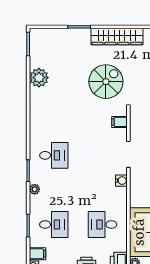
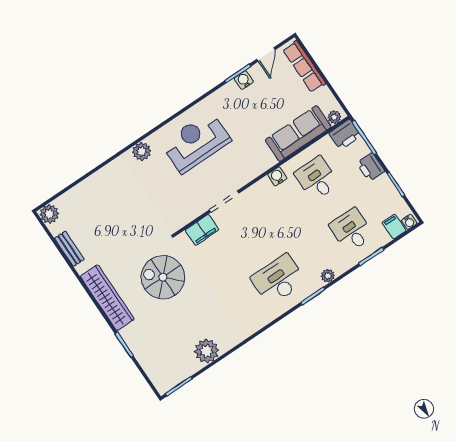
filing cabinet: (120, 122) -> (202, 230), width x2.00
desk: (54, 155) -> (278, 280), width x1.37
water cooler: (121, 181) -> (277, 176), moved
desk: (103, 224) -> (317, 179), turned 180

